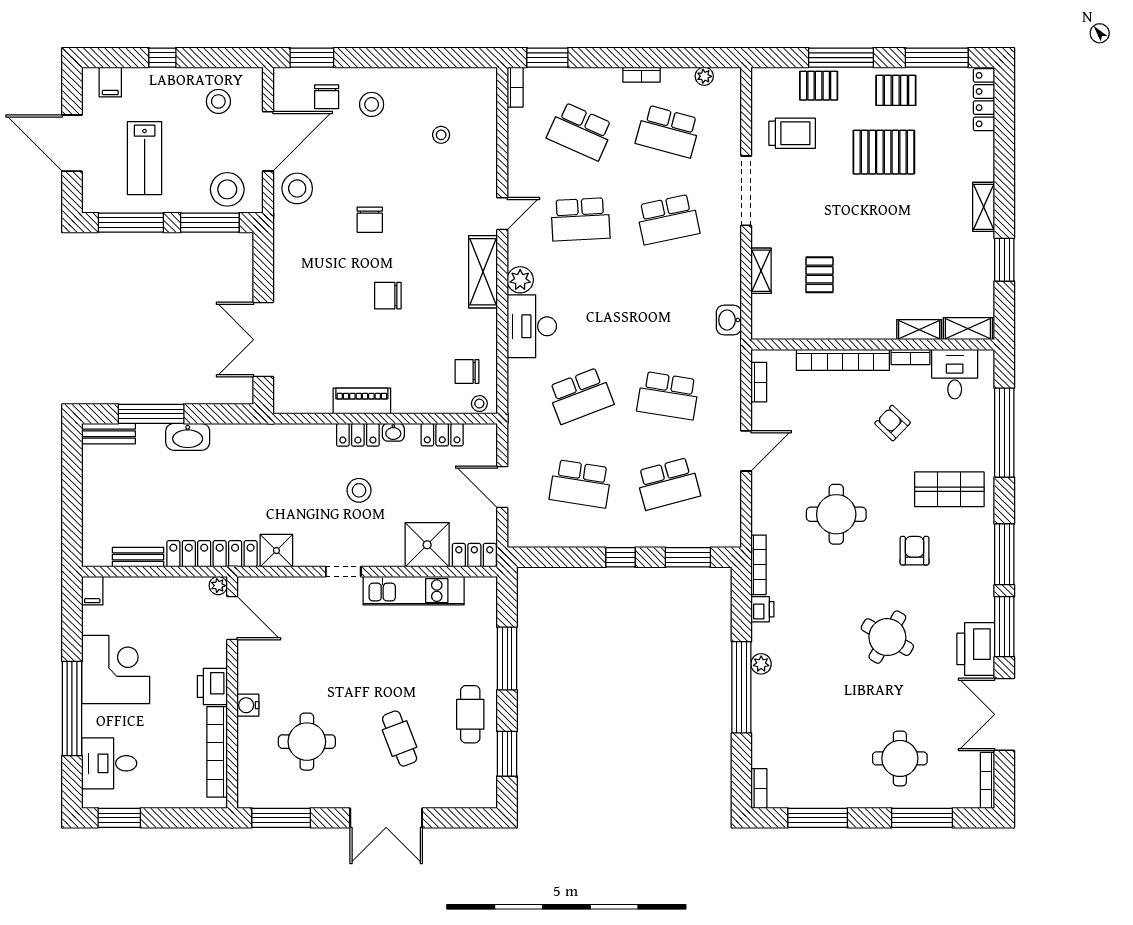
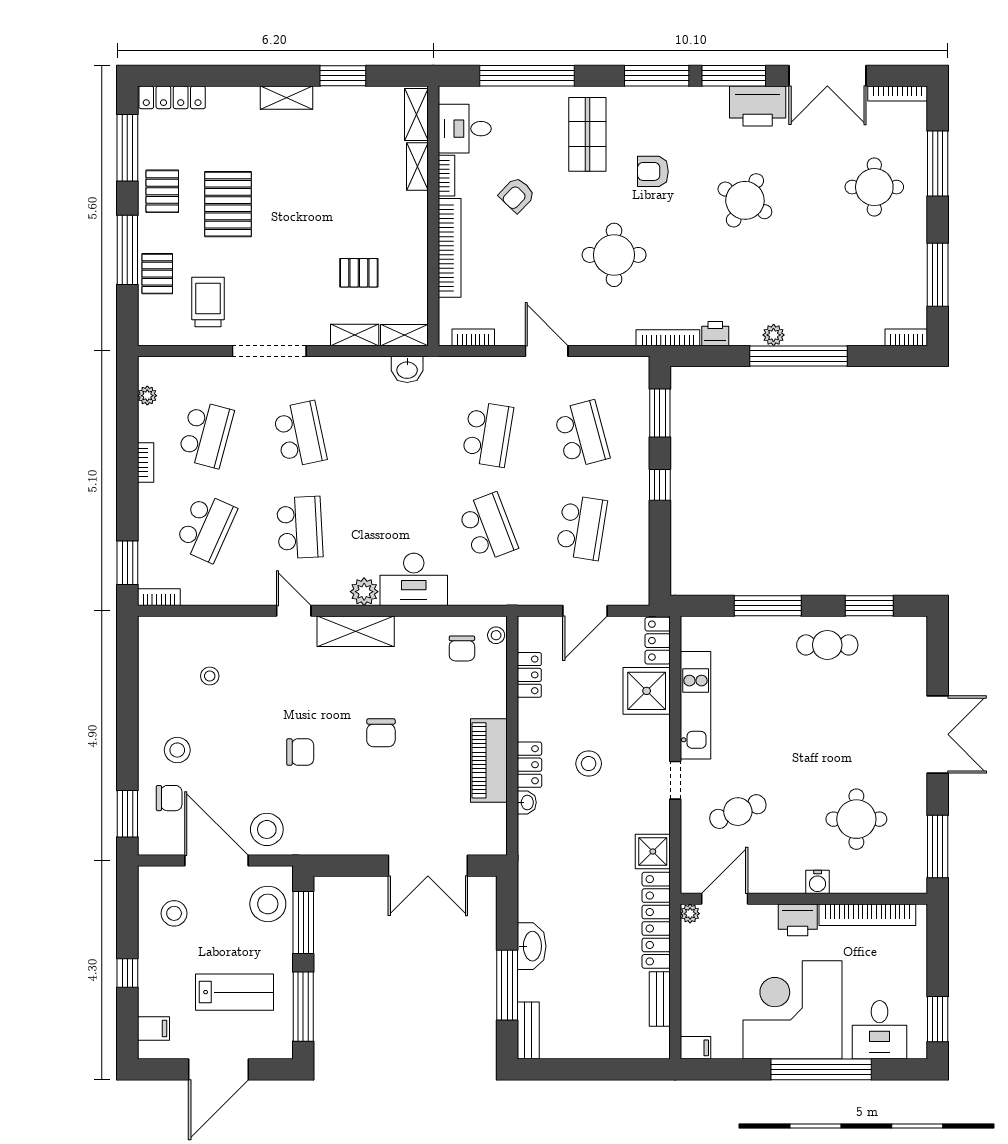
shelving: (761, 317) -> (404, 335), added
piano: (362, 401) -> (489, 760), width x1.37, depth x1.33
washbasin: (393, 432) -> (527, 802), moved
corner desk: (116, 669) -> (793, 1010), width x1.36, depth x1.36
cafe table: (400, 739) -> (738, 812), moved

